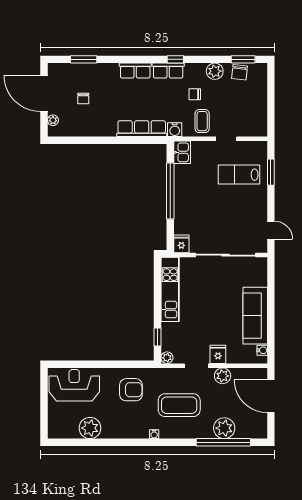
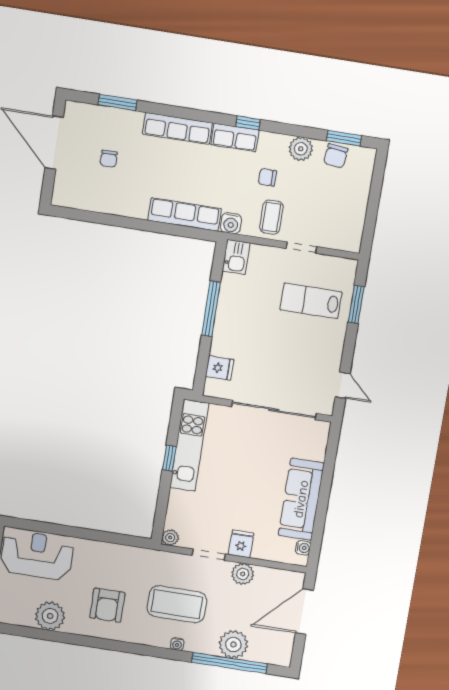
row of seats: (135, 71) -> (177, 128), width x1.48
plant: (53, 120) -> (61, 183), removed
window: (170, 191) -> (211, 309), width x0.68
fridge: (181, 244) -> (220, 368), moved, turned 90
window: (157, 337) -> (169, 458), moved
armchair: (131, 390) -> (107, 605), moved, turned 90
door: (271, 396) -> (304, 612), hinge flipped
water cooler: (154, 434) -> (177, 644), moved

